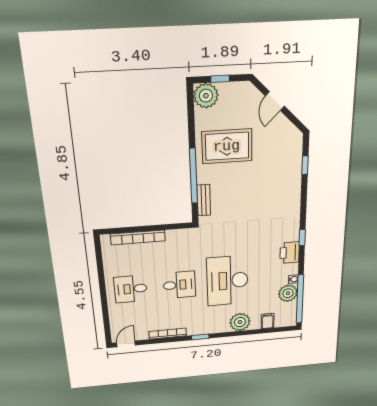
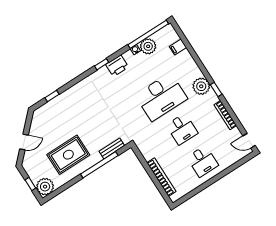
rug: (227, 146) -> (68, 155), turned 90
desk: (179, 285) -> (182, 129), turned 180
plant: (240, 322) -> (201, 86), moved

